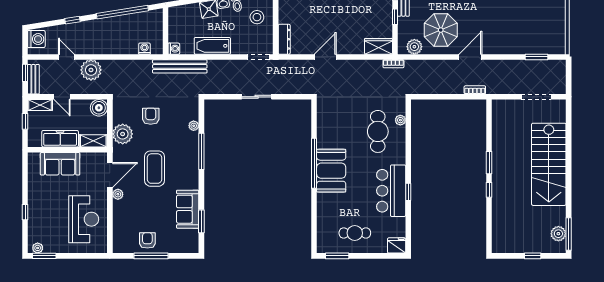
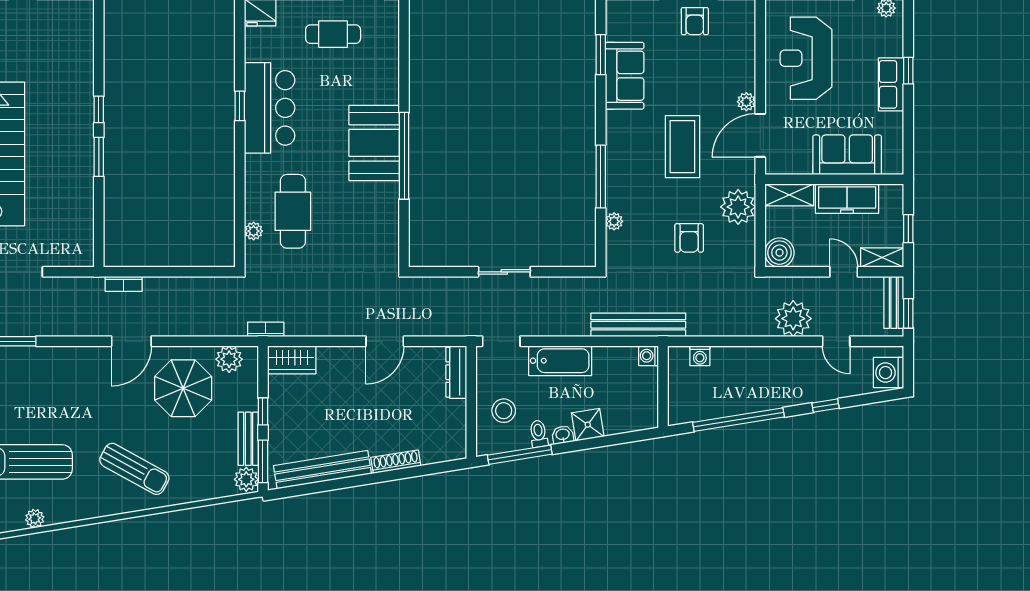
bathtub: (212, 46) -> (560, 361), moved
row of seats: (35, 204) -> (891, 84), added

